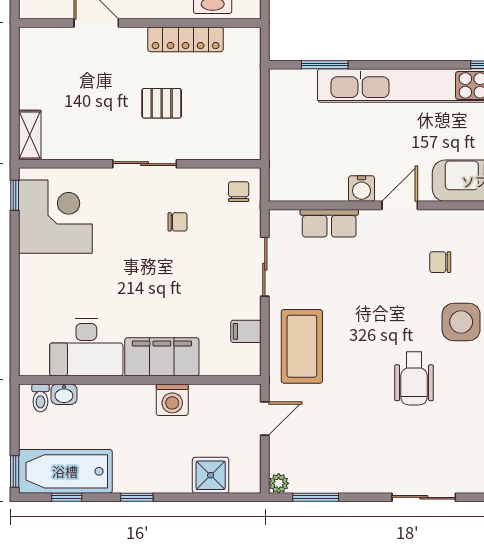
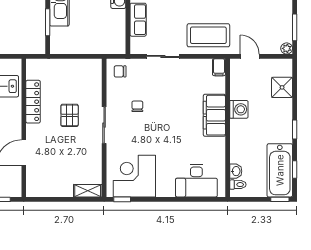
filing cabinet: (246, 331) -> (219, 67), moved
desk: (86, 347) -> (196, 181), moved, turned 90

